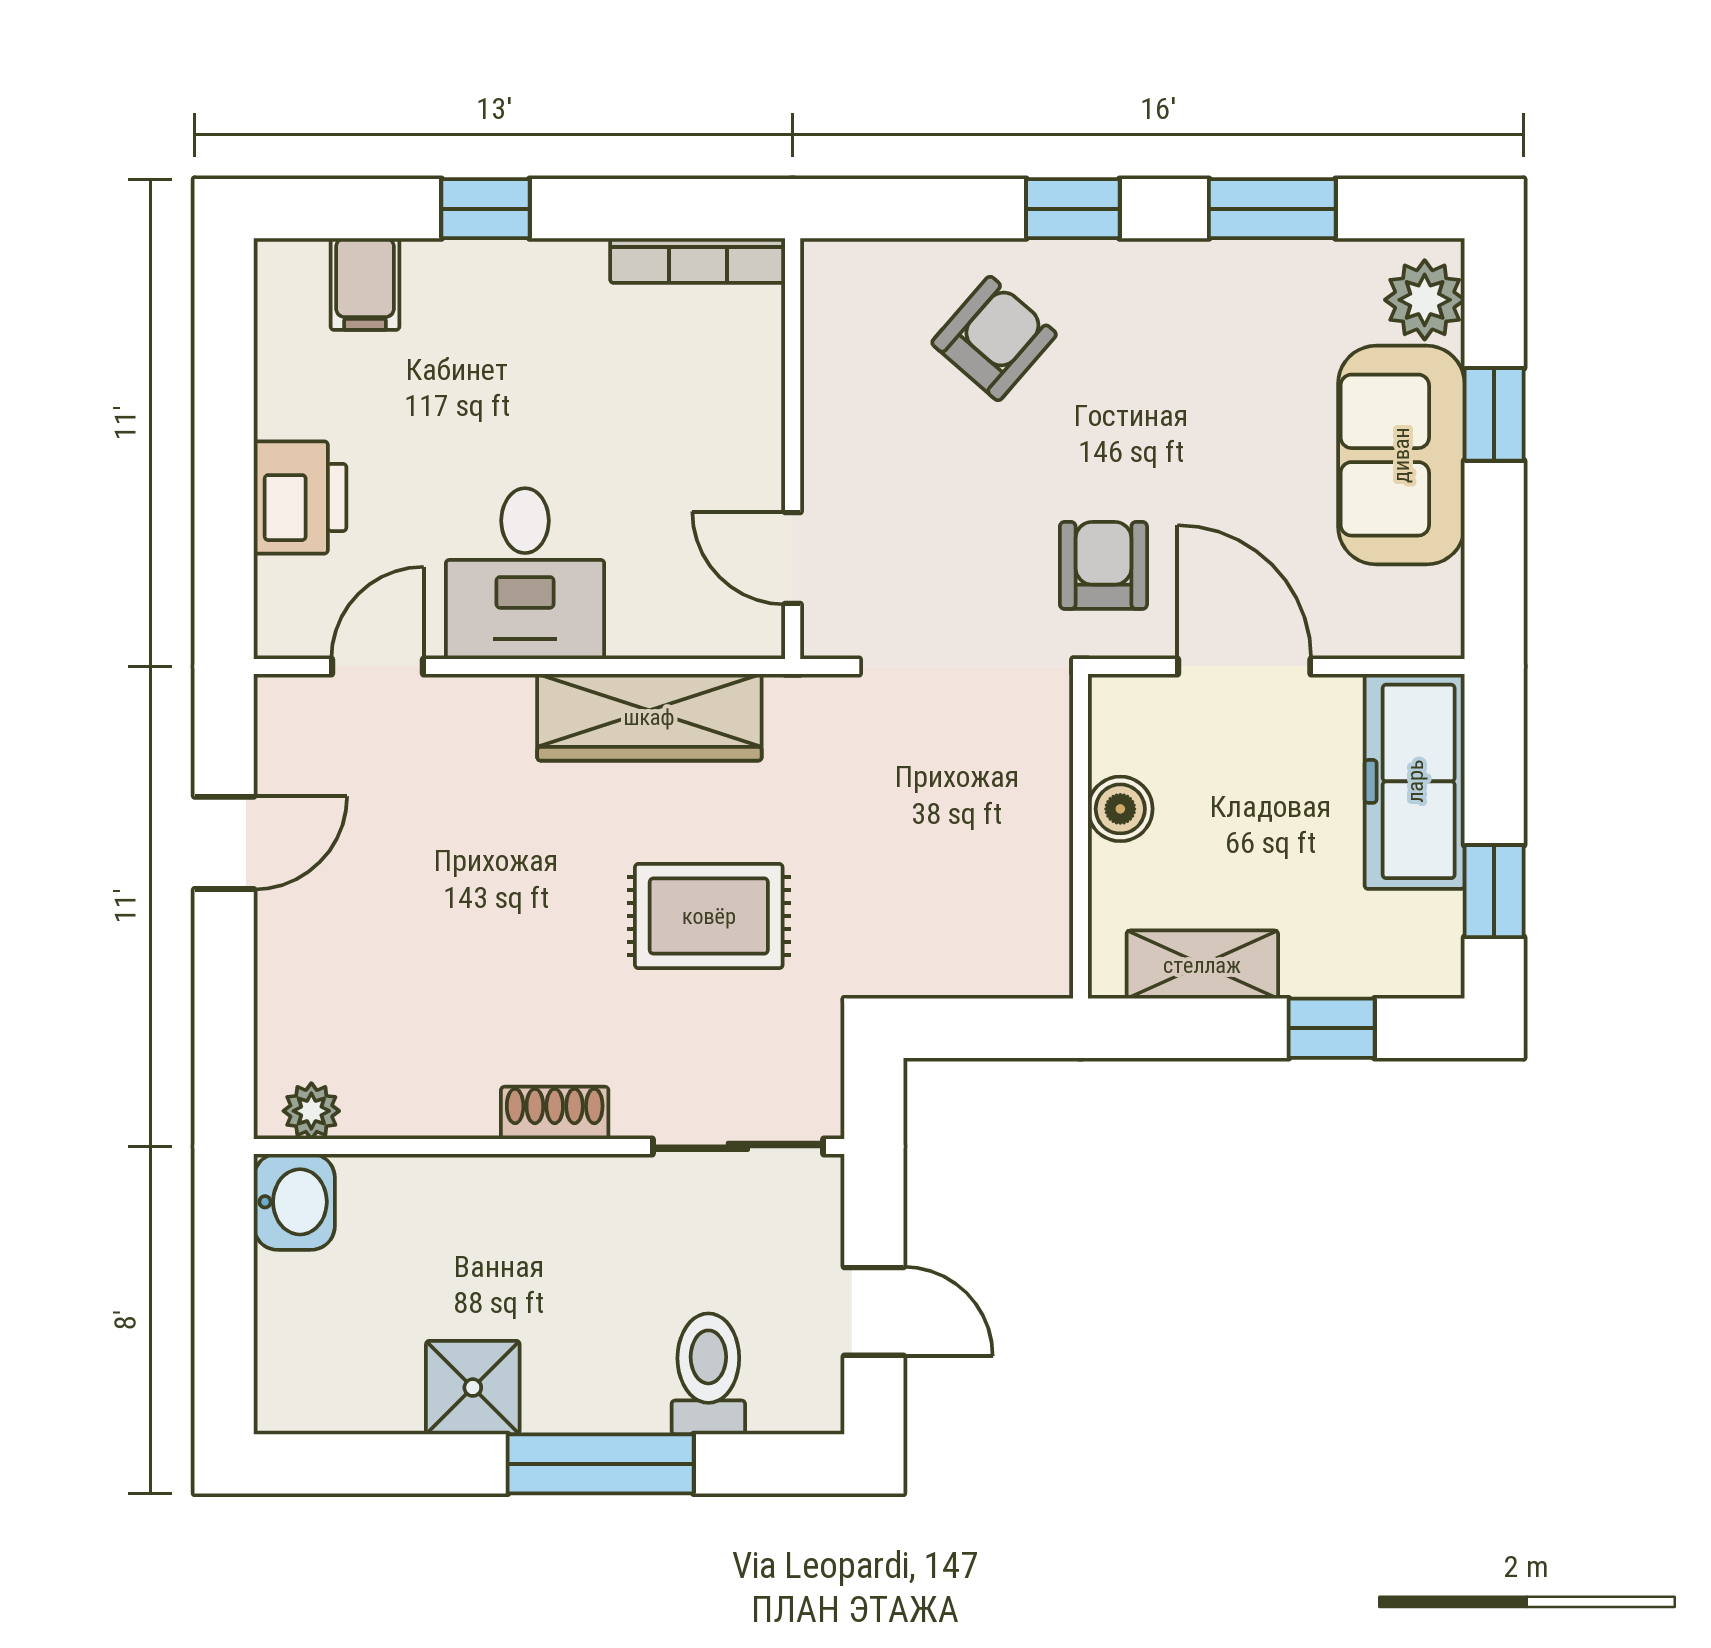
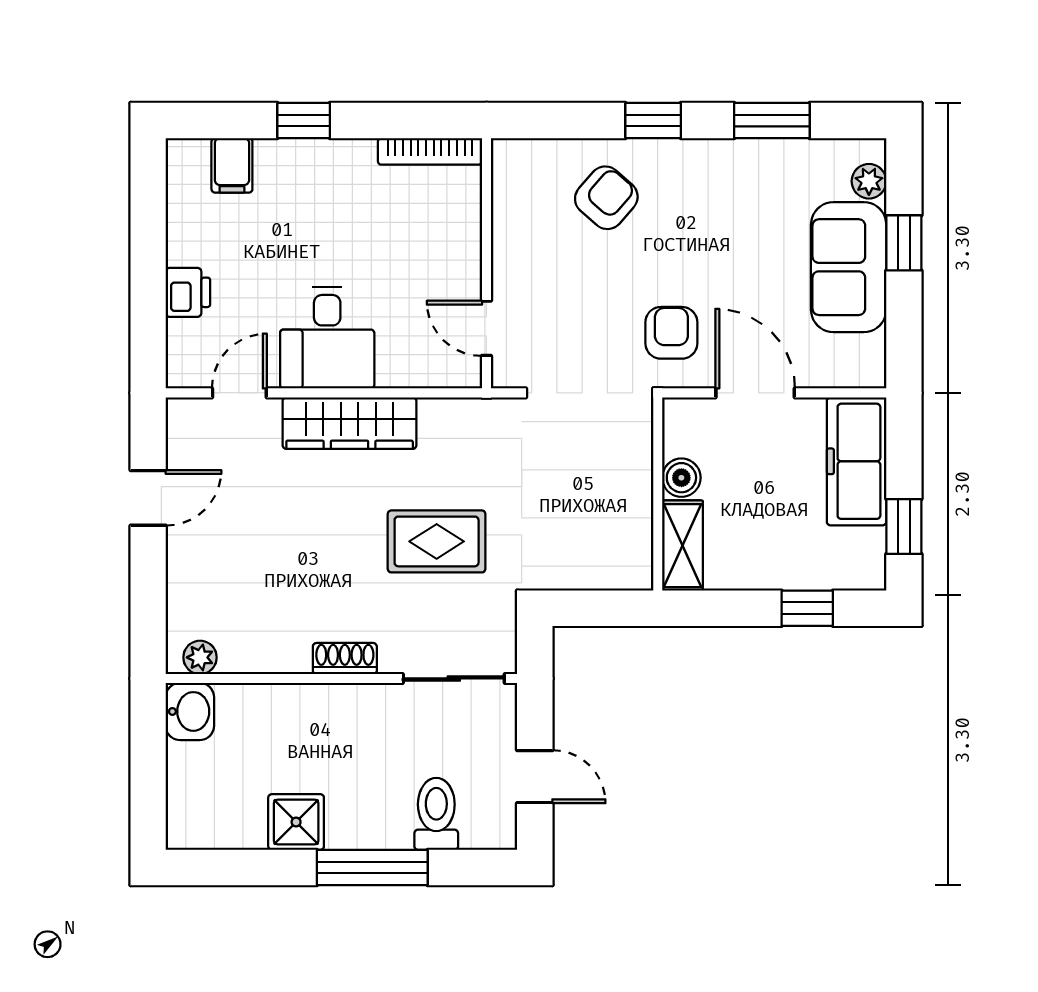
plant: (1425, 300) -> (869, 181), width x0.73, depth x0.73
printer: (300, 497) -> (188, 292), width x0.73, depth x0.81
wardrobe: (649, 717) -> (350, 423), moved
shelving: (1202, 965) -> (682, 546), moved, turned 90

